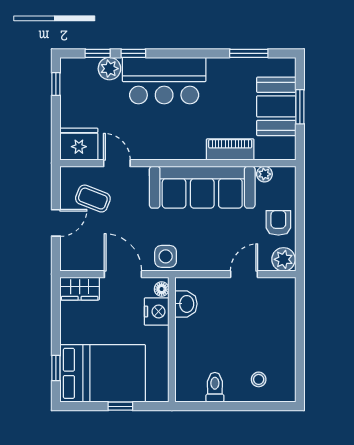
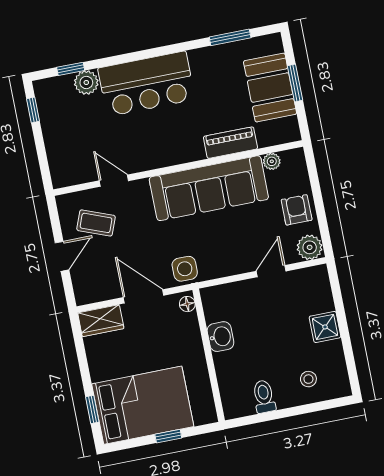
window: (133, 53) -> (108, 61), removed
fridge: (79, 144) -> (70, 169), removed
washbasin: (186, 304) -> (220, 337), moved
nightstand: (157, 312) -> (187, 329), removed
shower: (283, 335) -> (325, 327), added

